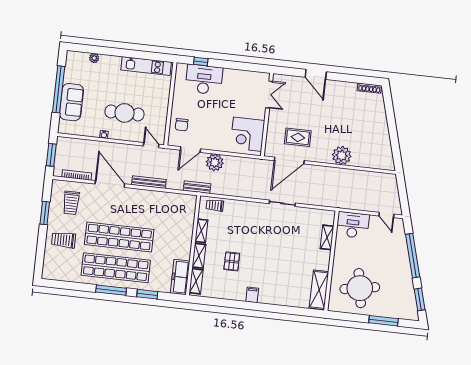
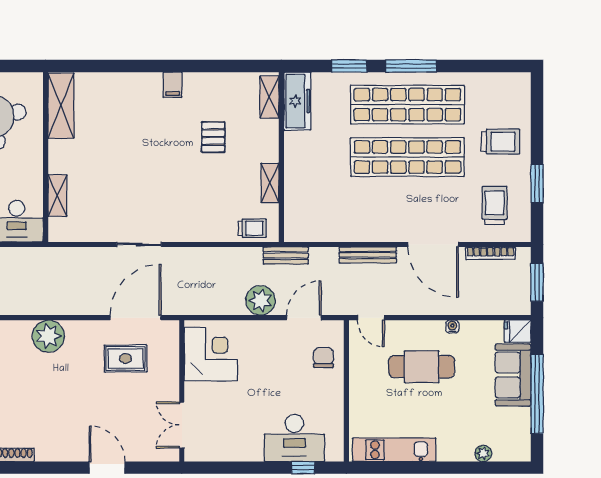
fridge: (66, 127) -> (518, 331), added
shelving: (199, 256) -> (270, 141), removed

